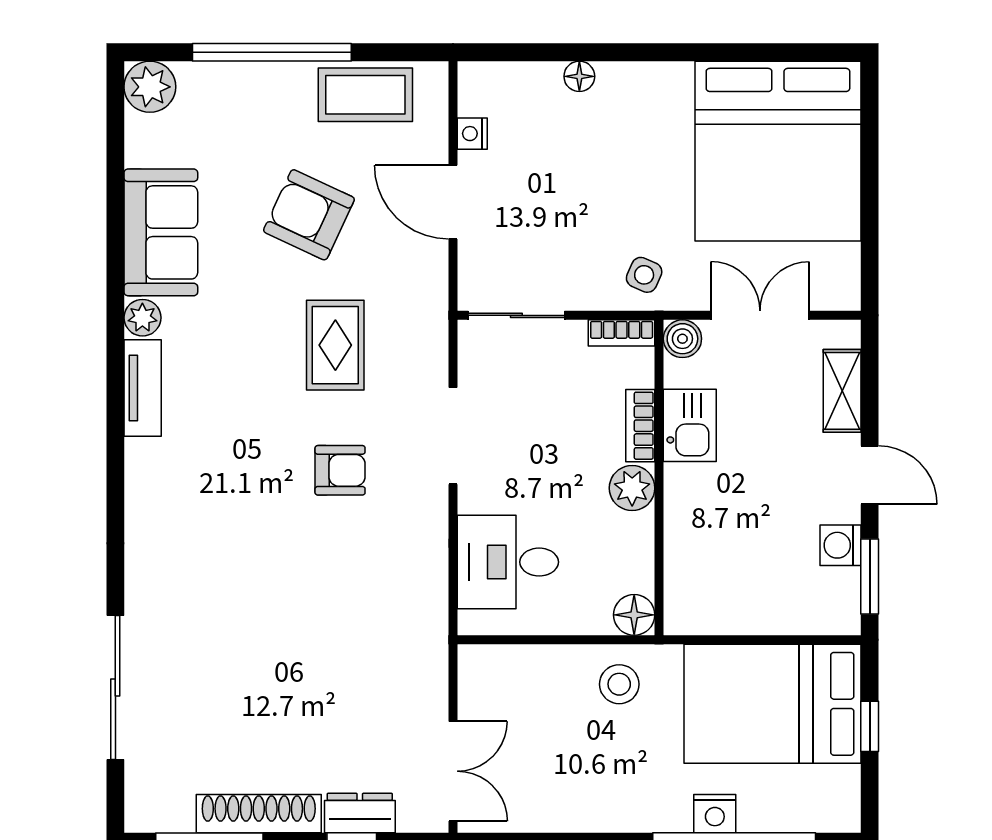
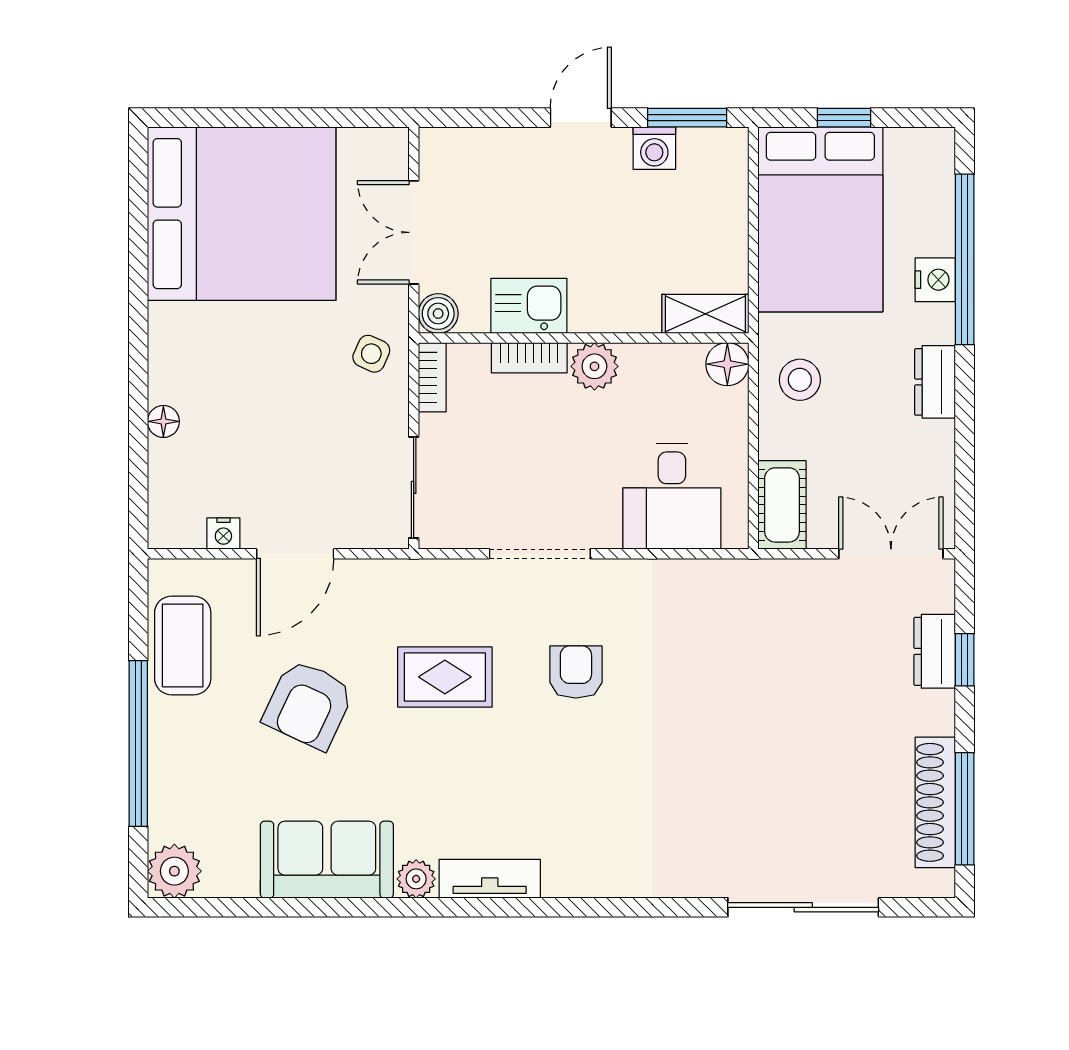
shelving: (842, 391) -> (705, 314), moved
cot: (500, 667) -> (782, 505), added
dresser: (617, 813) -> (935, 382), added
shoe rack: (259, 814) -> (935, 802), moved

